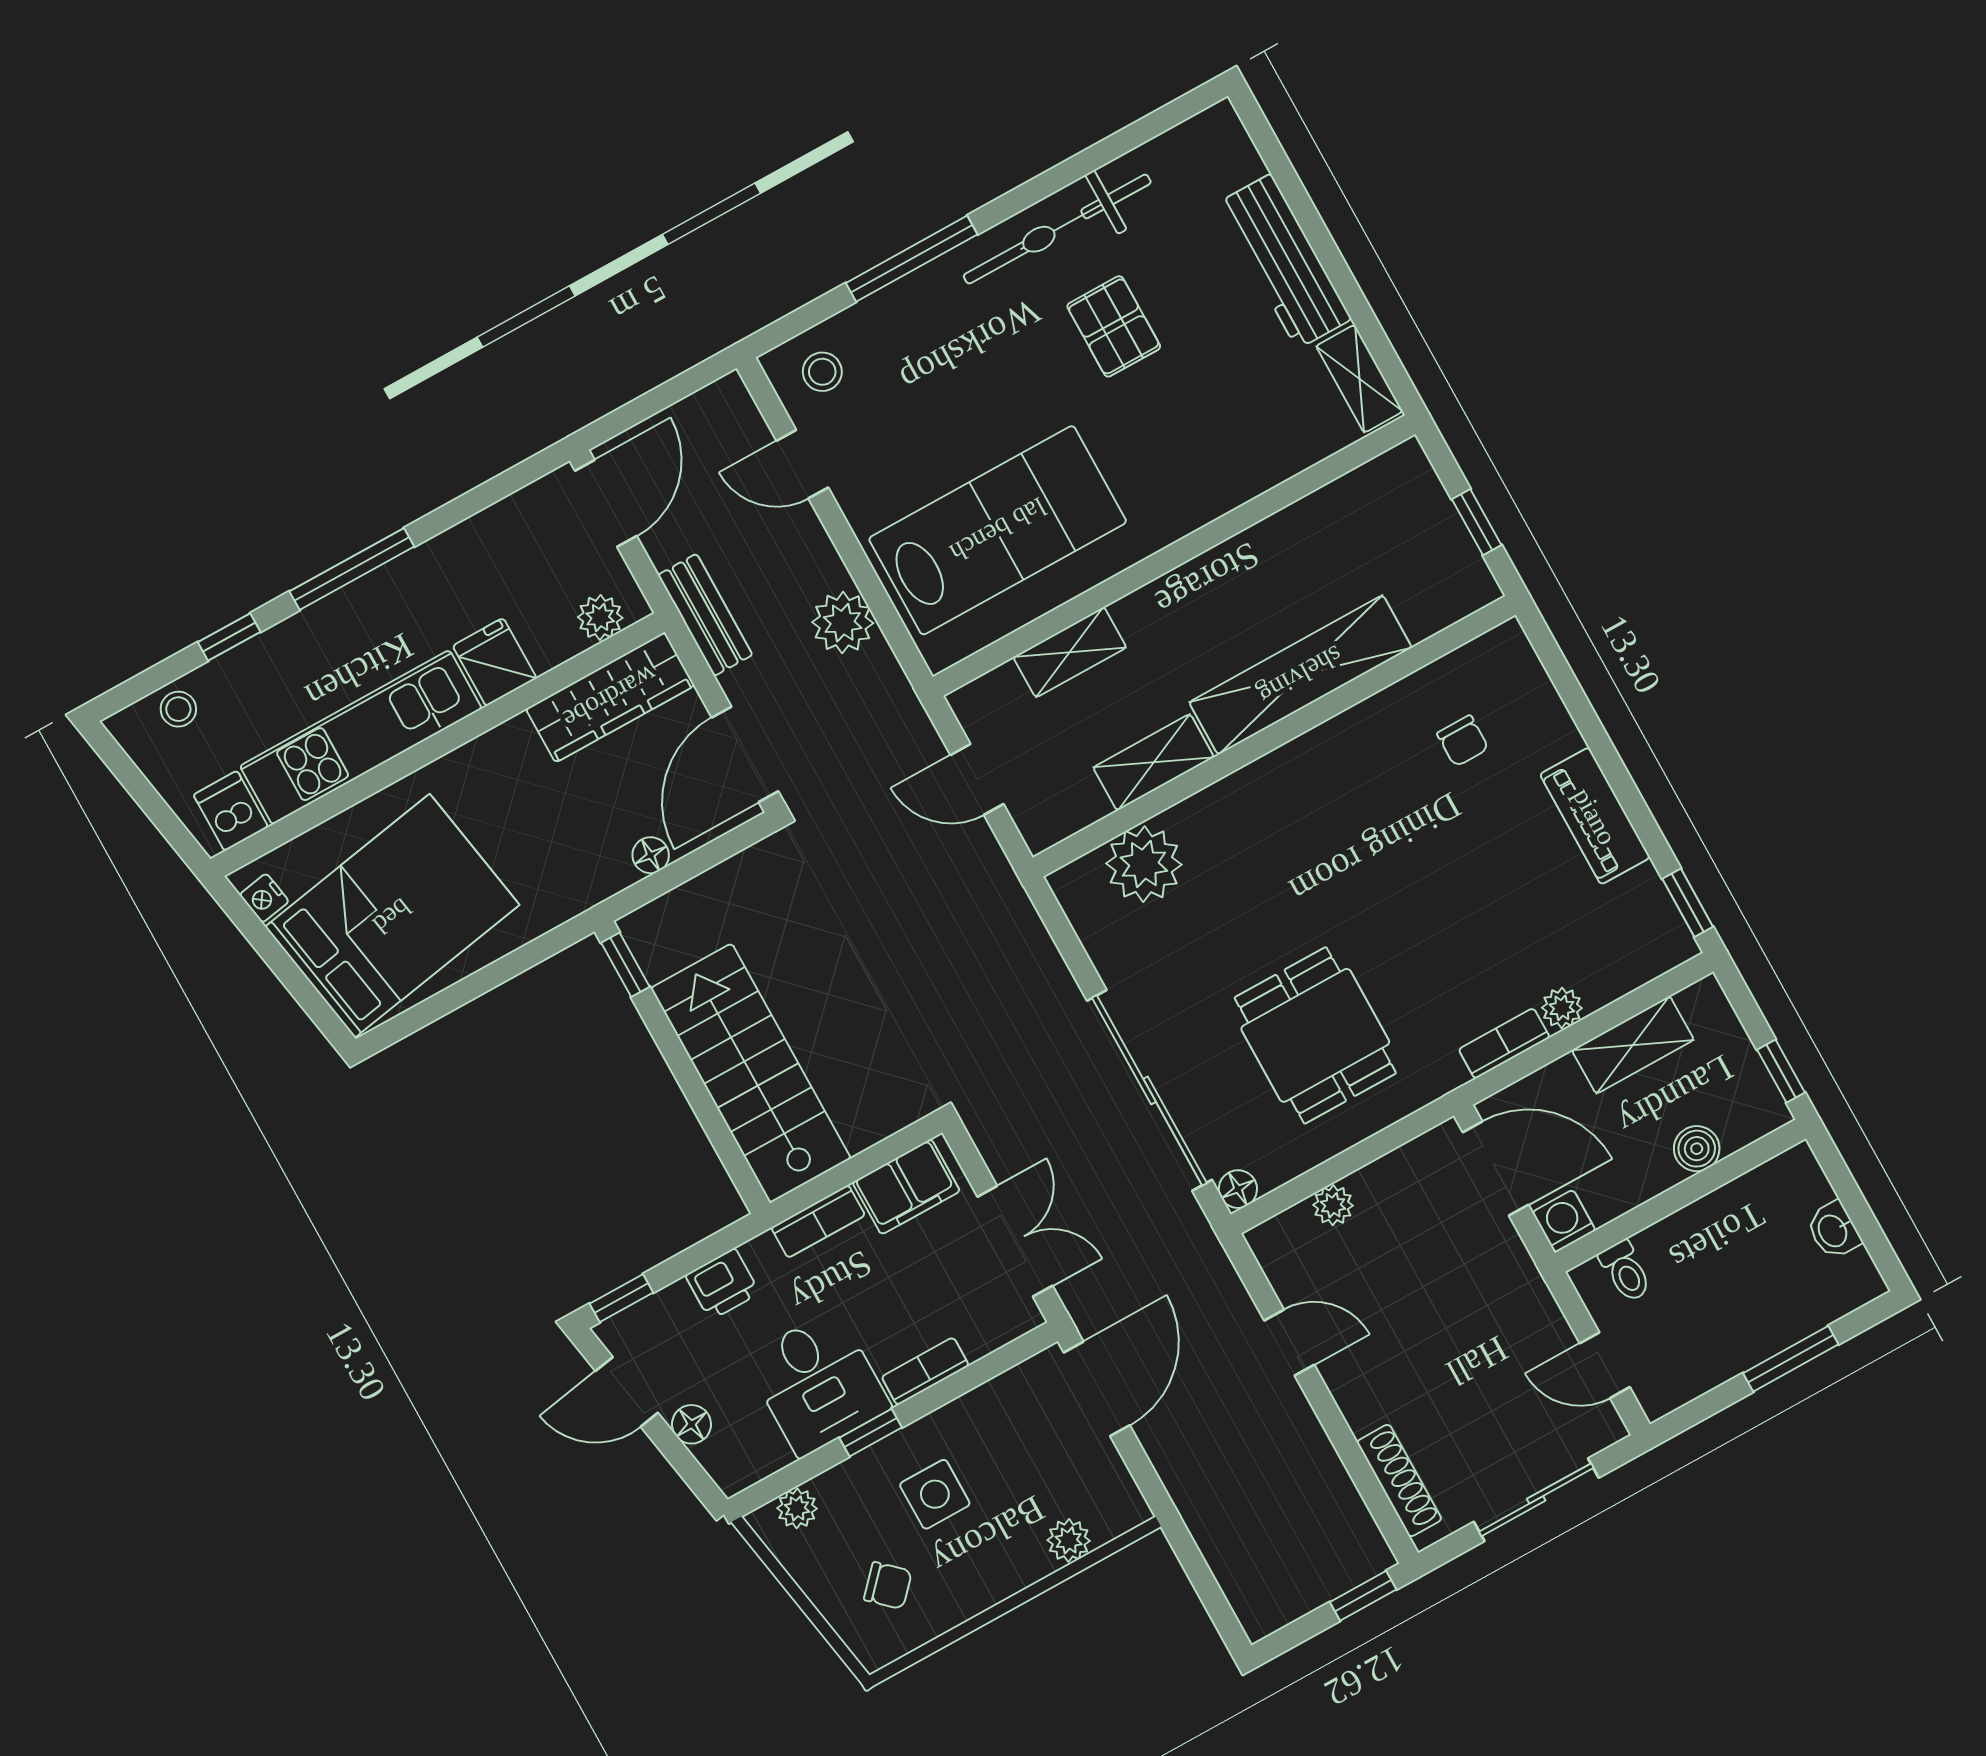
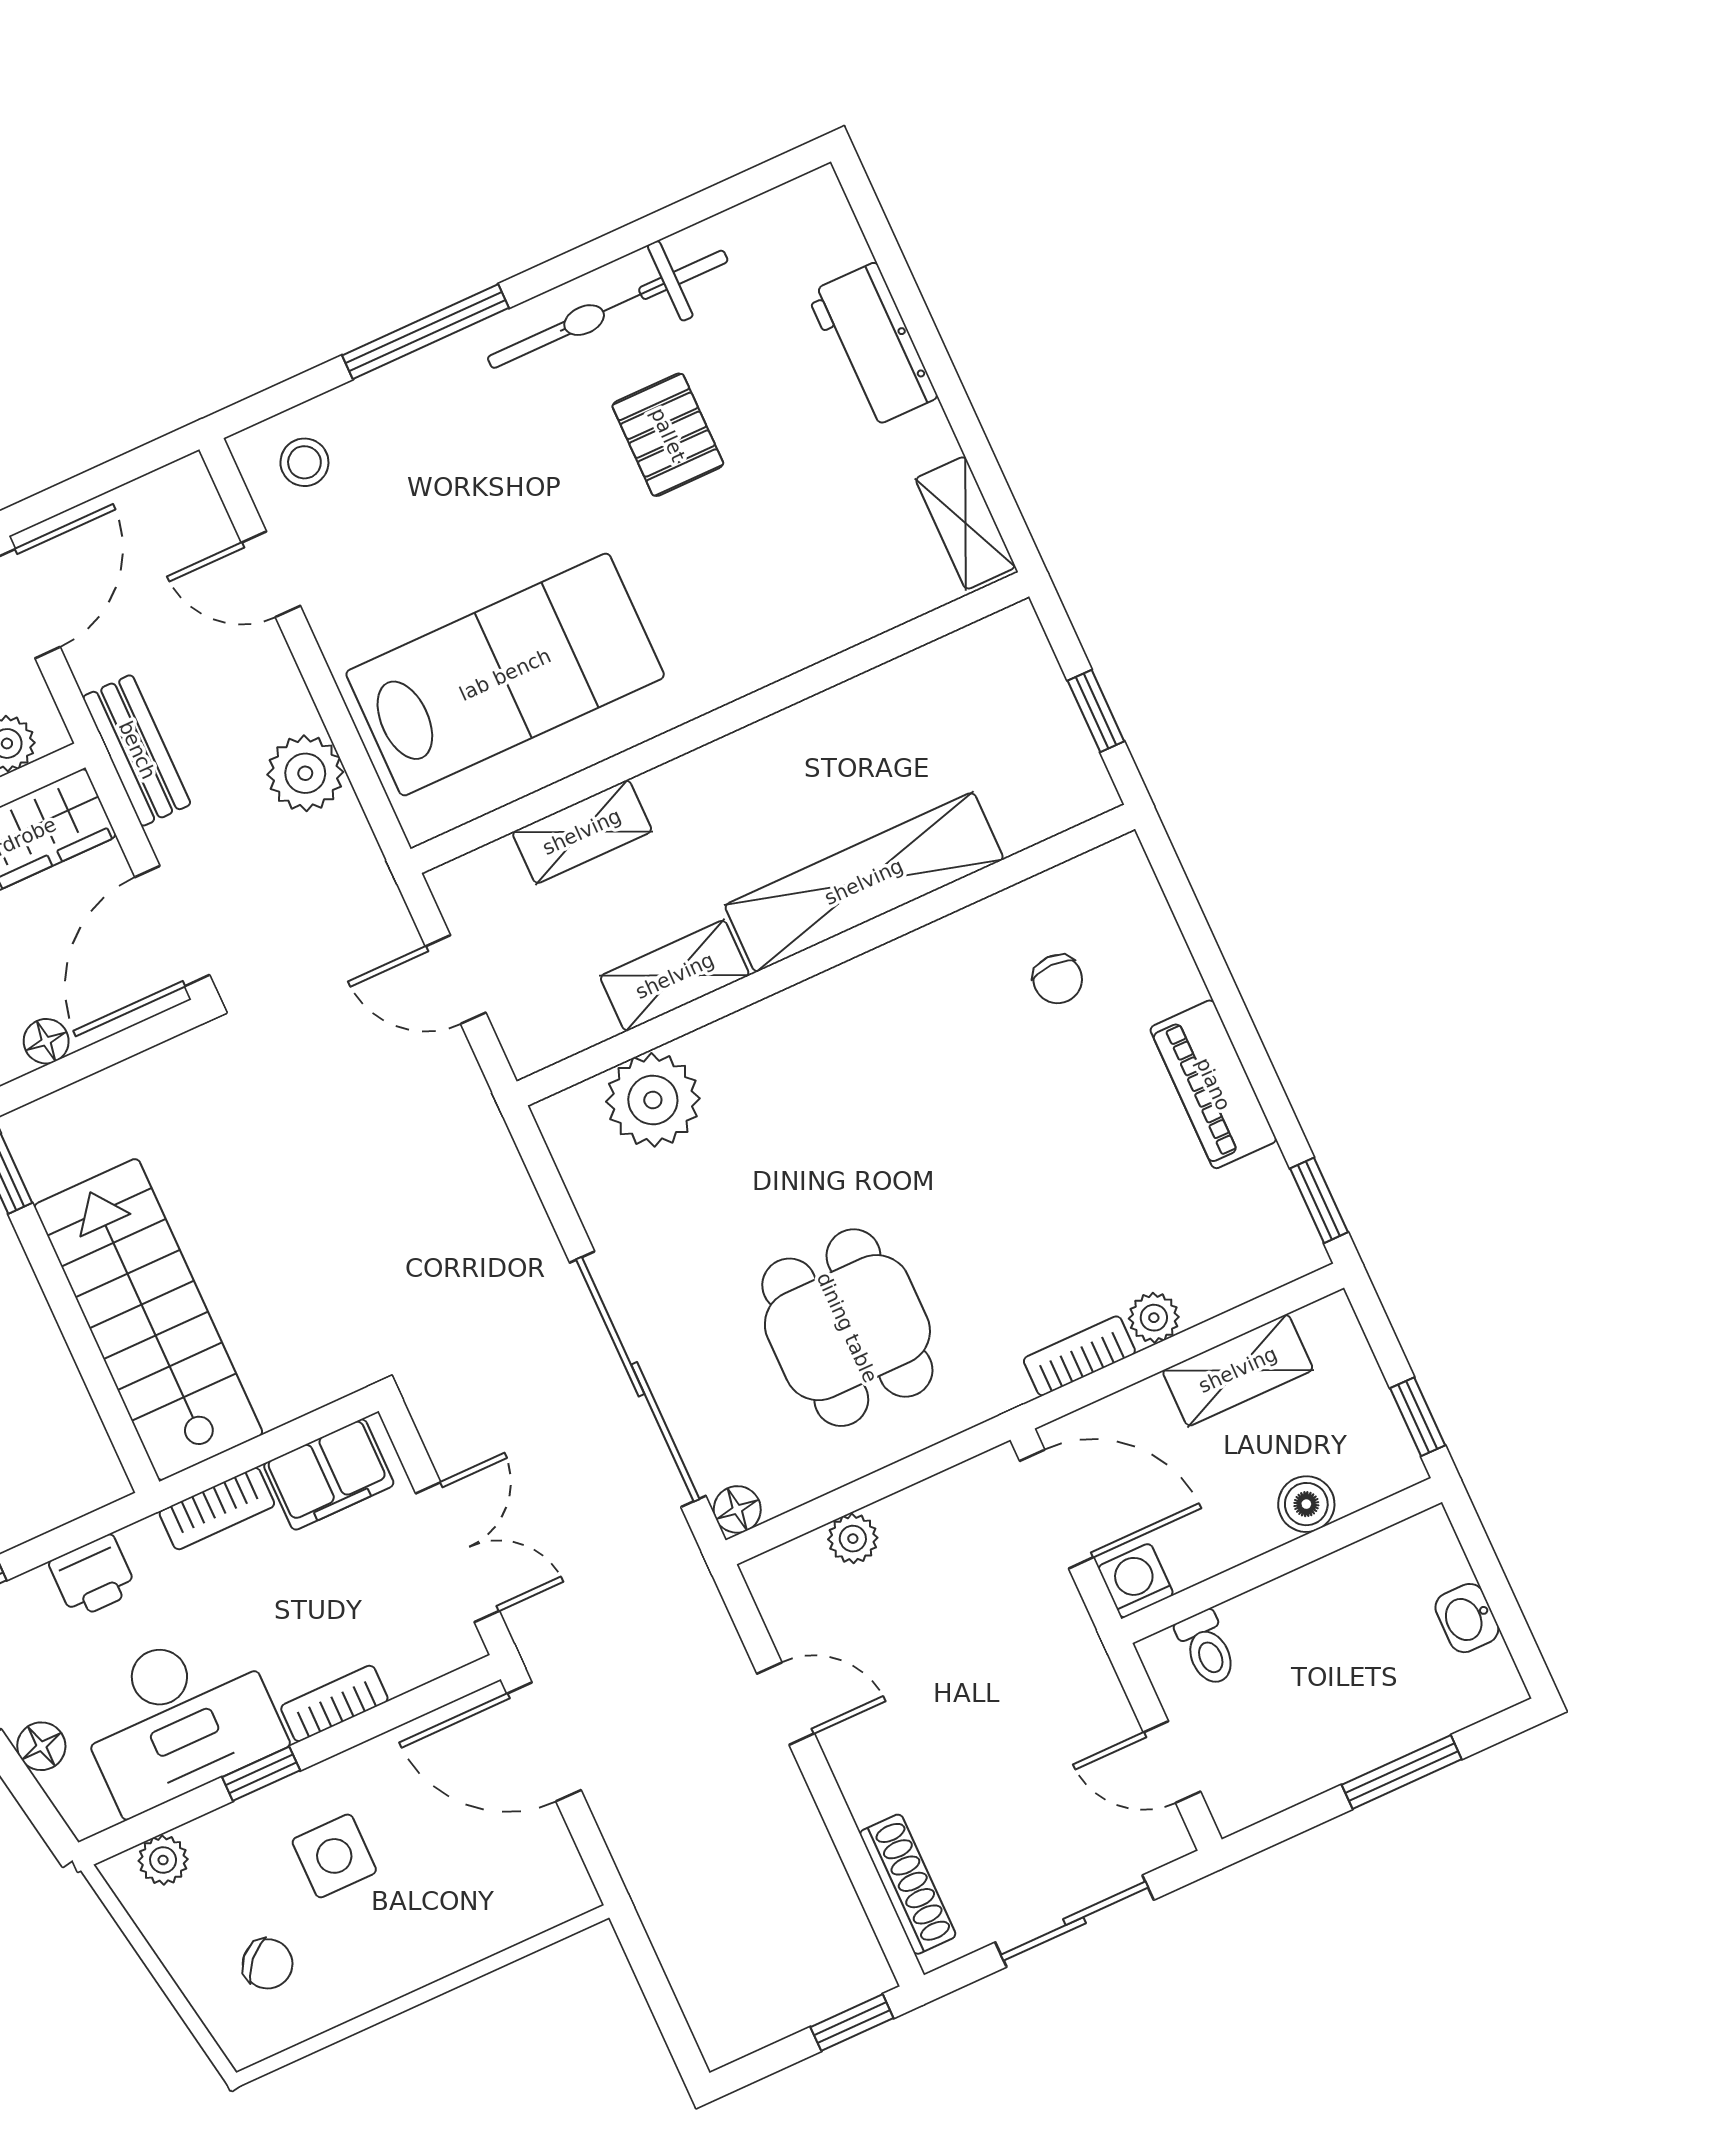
workbench: (1284, 261) -> (872, 345), width x0.73
desk: (818, 1383) -> (178, 1718), width x1.37
door: (1097, 1389) -> (544, 1742), swing flipped
plant: (1069, 1540) -> (495, 1926), removed

